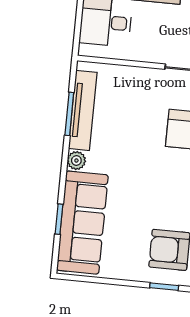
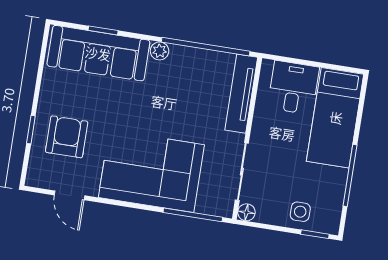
tv unit: (83, 110) -> (241, 94), moved, turned 90
window: (69, 114) -> (206, 47), width x2.11

